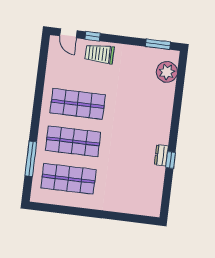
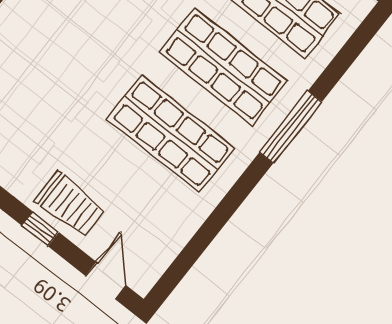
window: (93, 36) -> (40, 229), moved
window: (31, 159) -> (291, 127), moved

